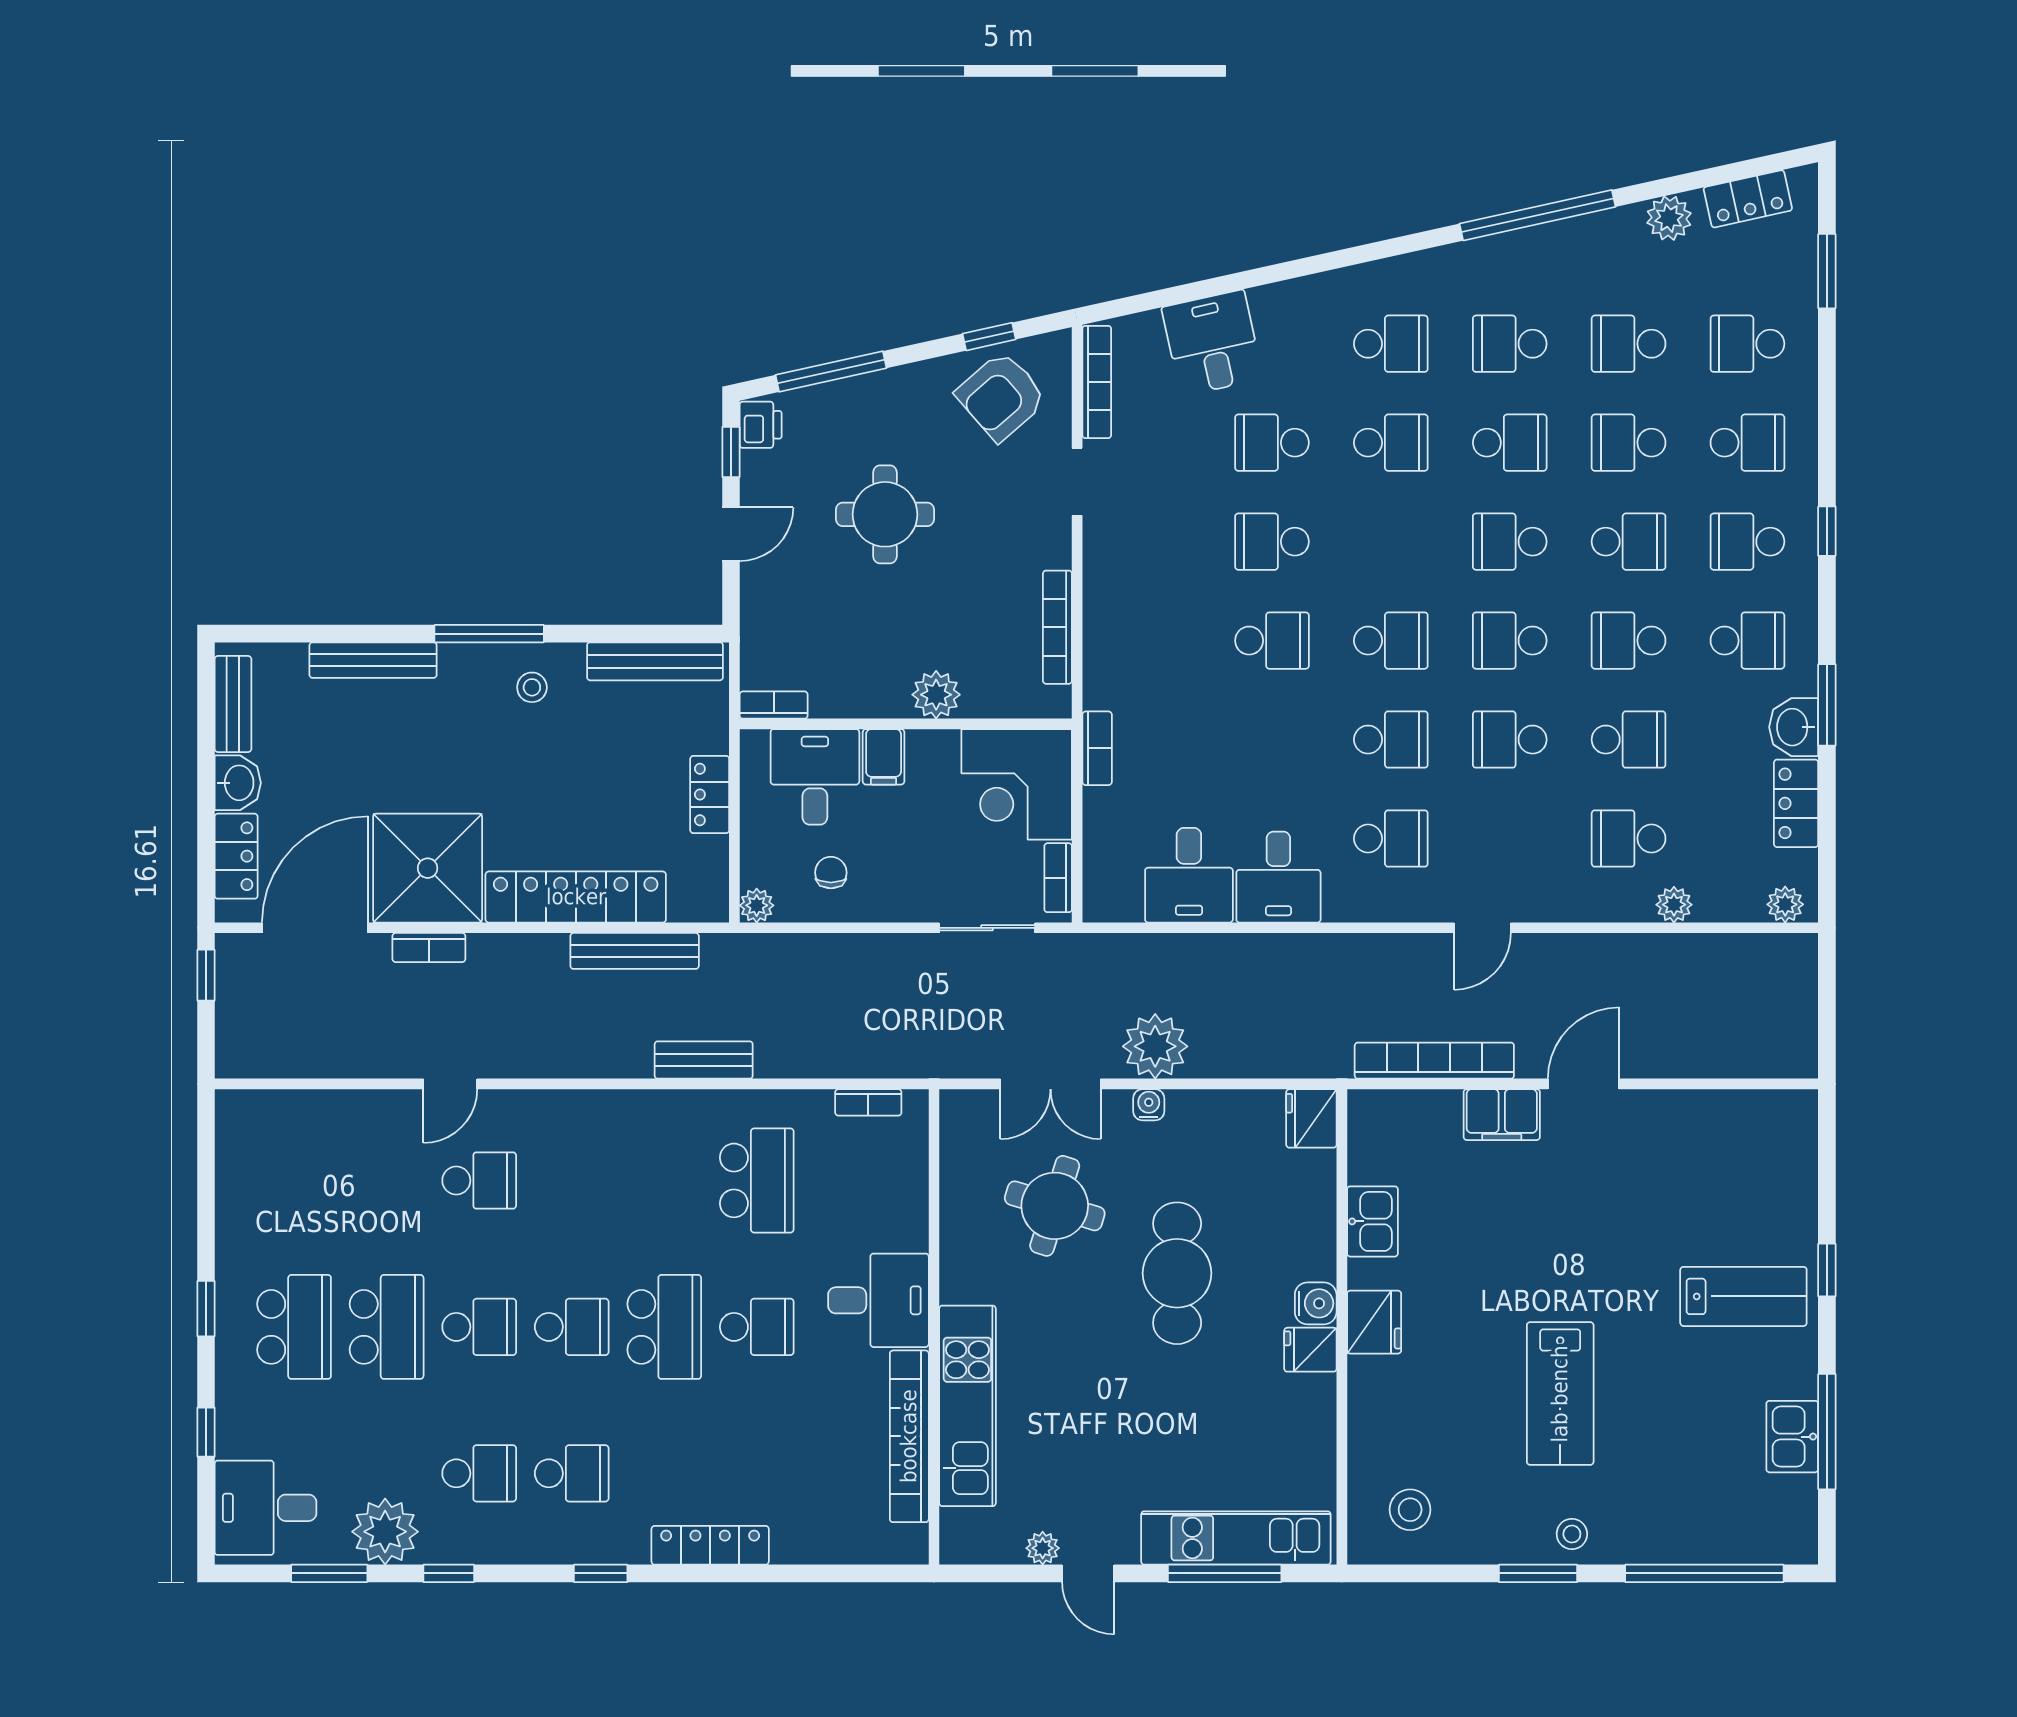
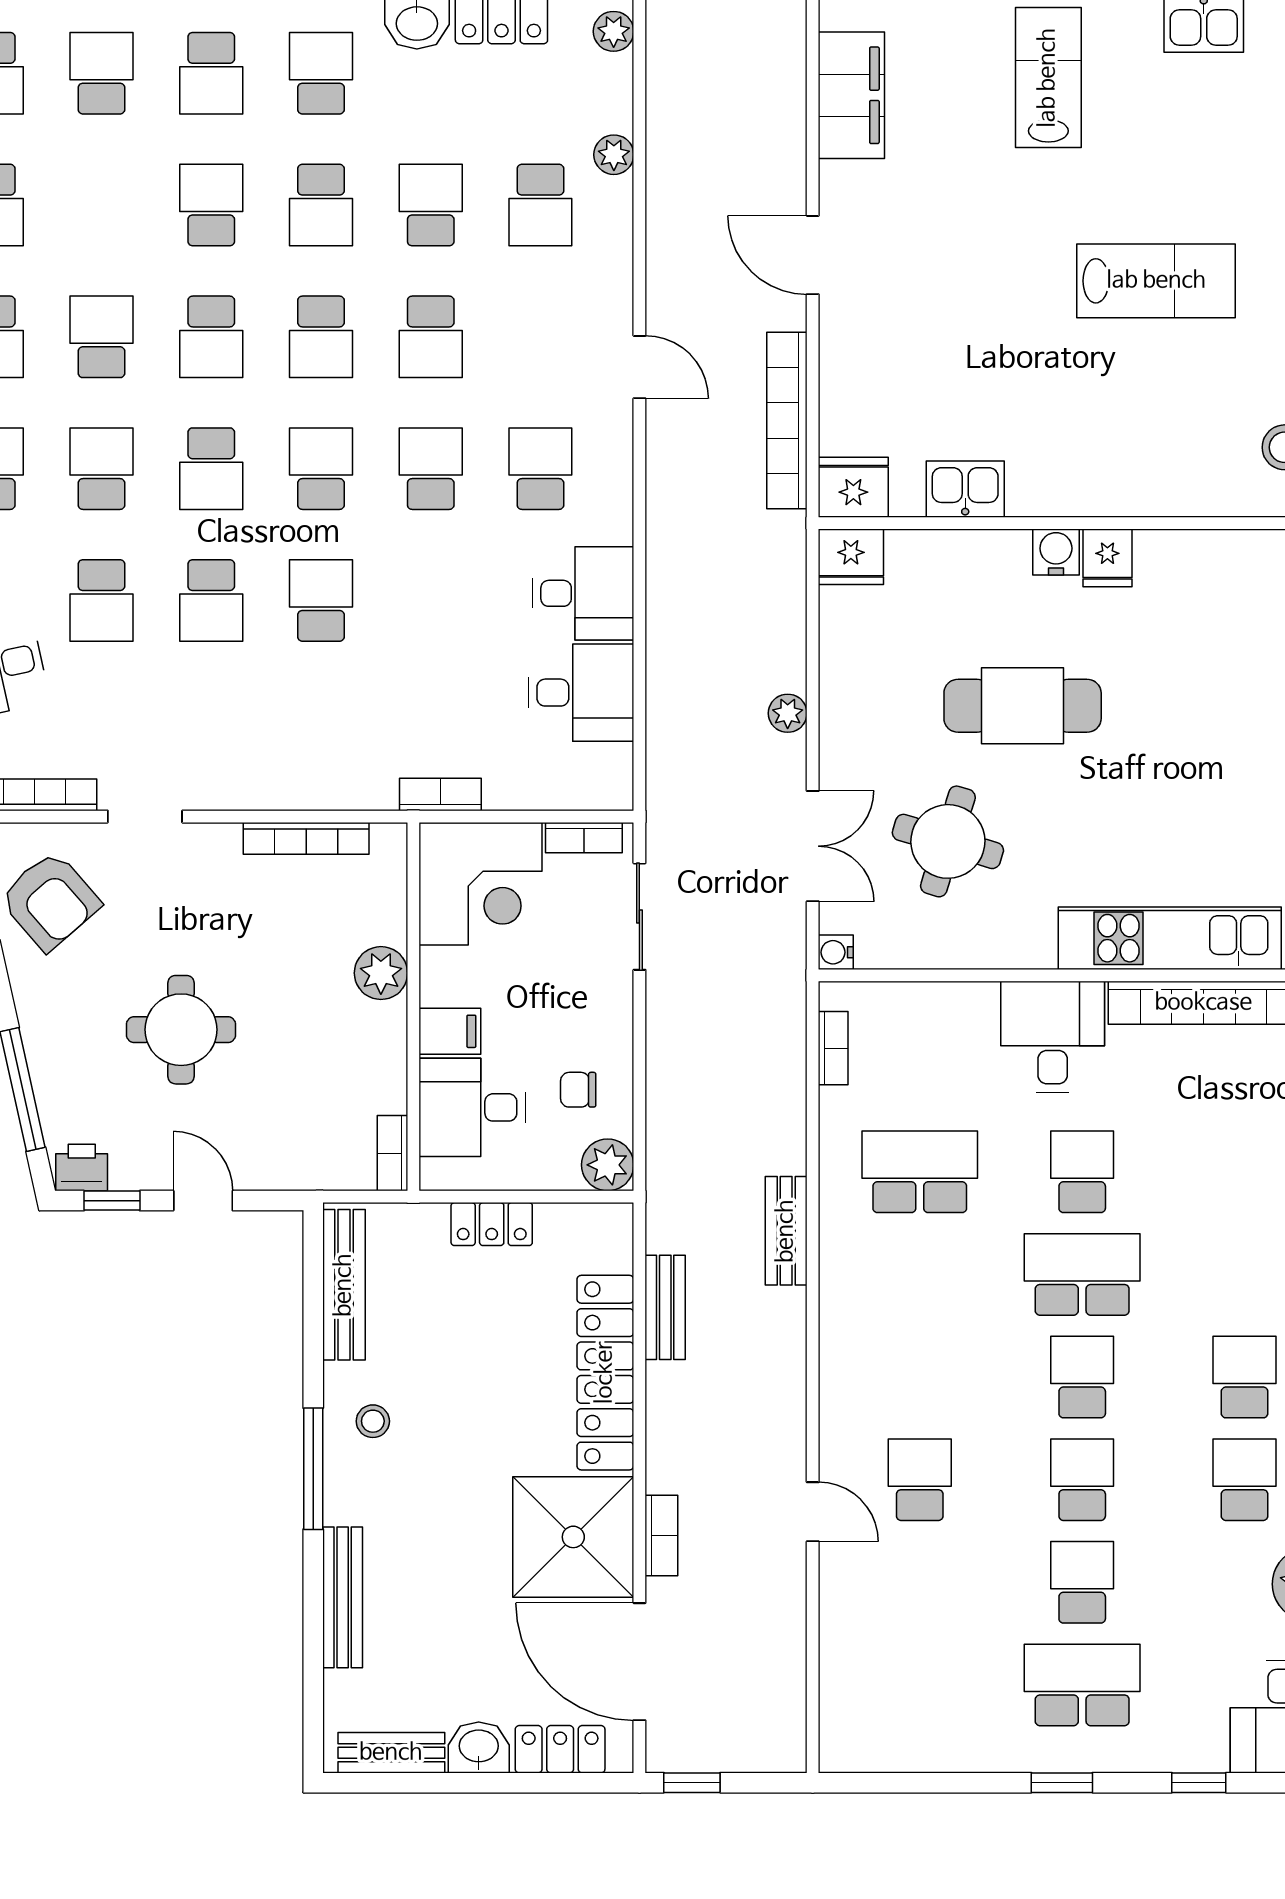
school desk: (1629, 443) -> (211, 469), moved
plant: (757, 905) -> (608, 1165), width x1.38, depth x1.38
bench: (635, 951) -> (665, 1307), width x0.73
plant: (1155, 1046) -> (788, 713), width x0.53, depth x0.53
water cooler: (1149, 1105) -> (836, 952), moved
filing cabinet: (1502, 1115) -> (851, 95), moved, width x1.50, depth x1.17
fridge: (1374, 1322) -> (853, 487), moved
school desk: (387, 1327) -> (1082, 1582), width x0.54

